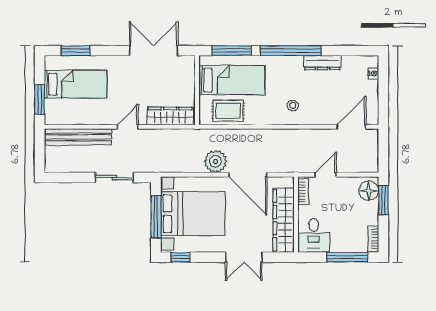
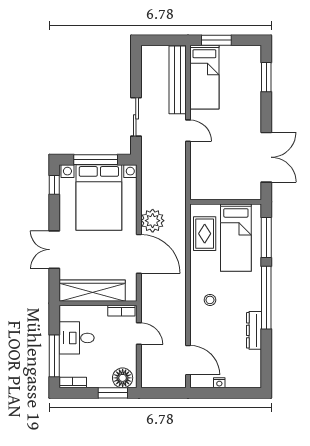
nightstand: (373, 73) -> (219, 383), moved
bed: (76, 84) -> (204, 77), moved
wardrobe: (170, 116) -> (199, 174), removed
door: (248, 175) -> (139, 254), swing flipped
desk: (314, 235) -> (77, 338), moved

